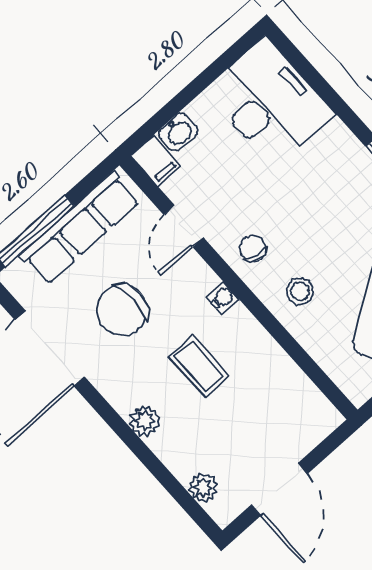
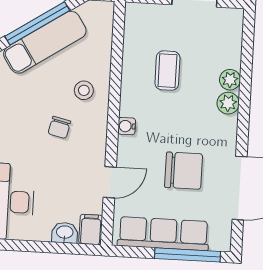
chair: (253, 248) -> (59, 127), moved
coffee table: (199, 366) -> (167, 71), moved
plant: (203, 487) -> (230, 80), moved

